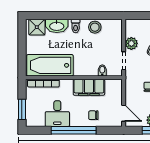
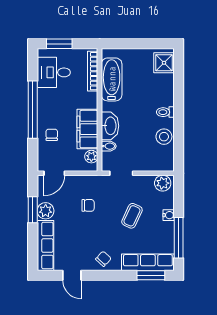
washbasin: (57, 26) -> (110, 126), moved, turned 180
plant: (131, 43) -> (163, 183), moved
bathtub: (50, 65) -> (112, 79), width x0.73, depth x0.73
plant: (111, 84) -> (91, 157), added
desk: (57, 114) -> (54, 72), moved

